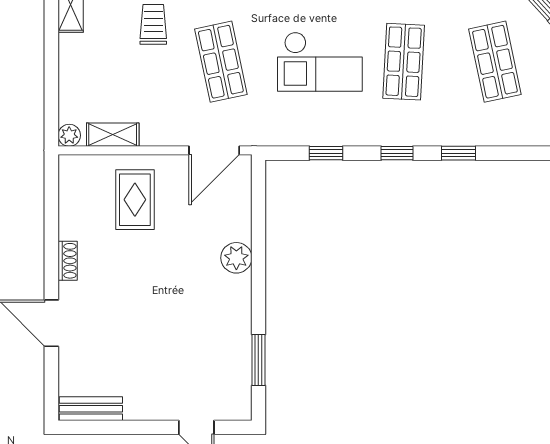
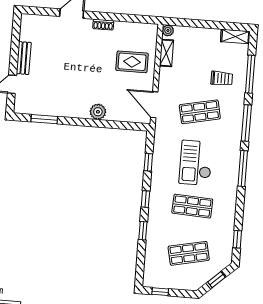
bench: (91, 409) -> (24, 58), moved

